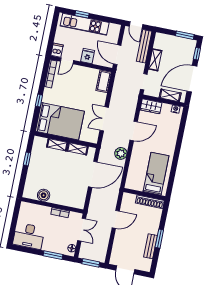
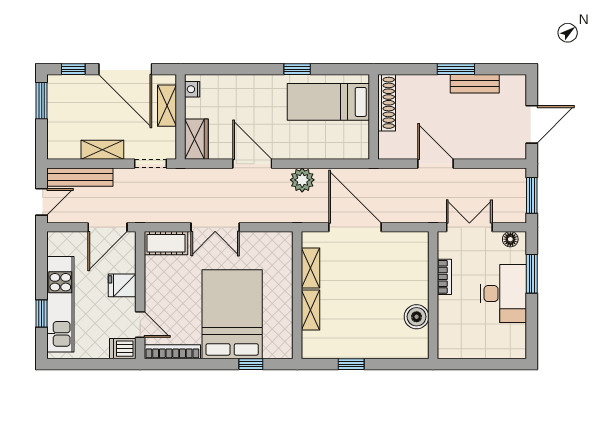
window: (39, 101) -> (251, 364), moved
double door: (104, 119) -> (215, 227), moved
bed: (60, 121) -> (232, 314), moved
window: (175, 162) -> (297, 69), added
desk: (29, 236) -> (503, 294), moved

